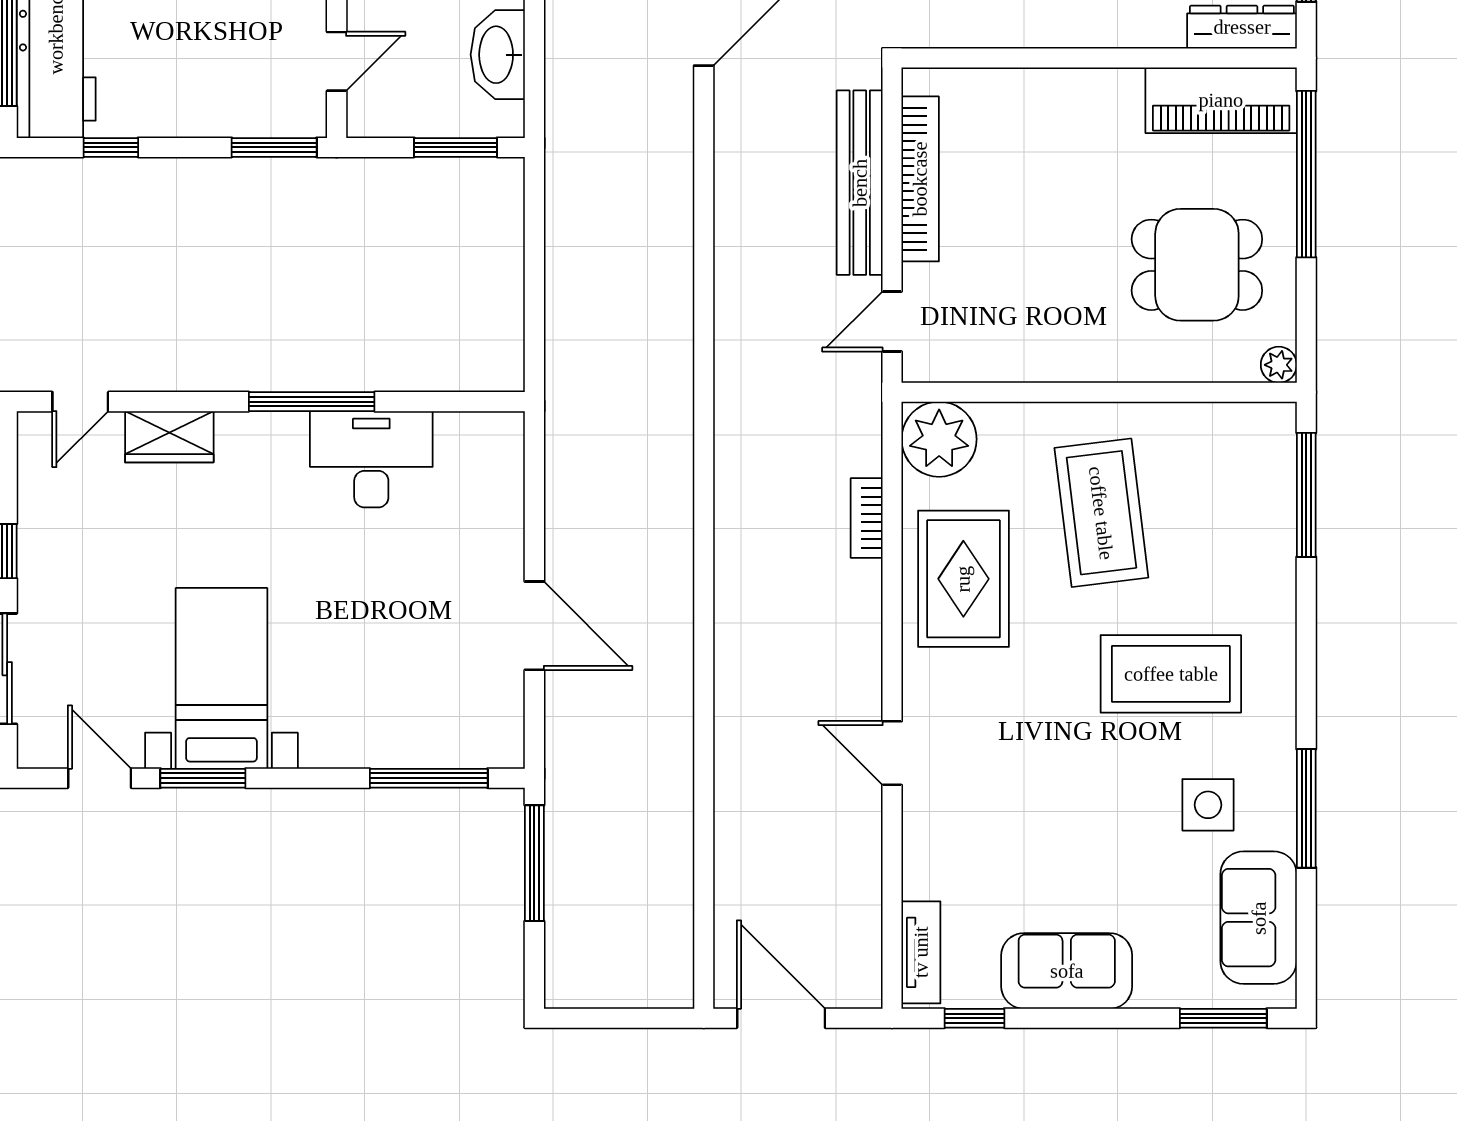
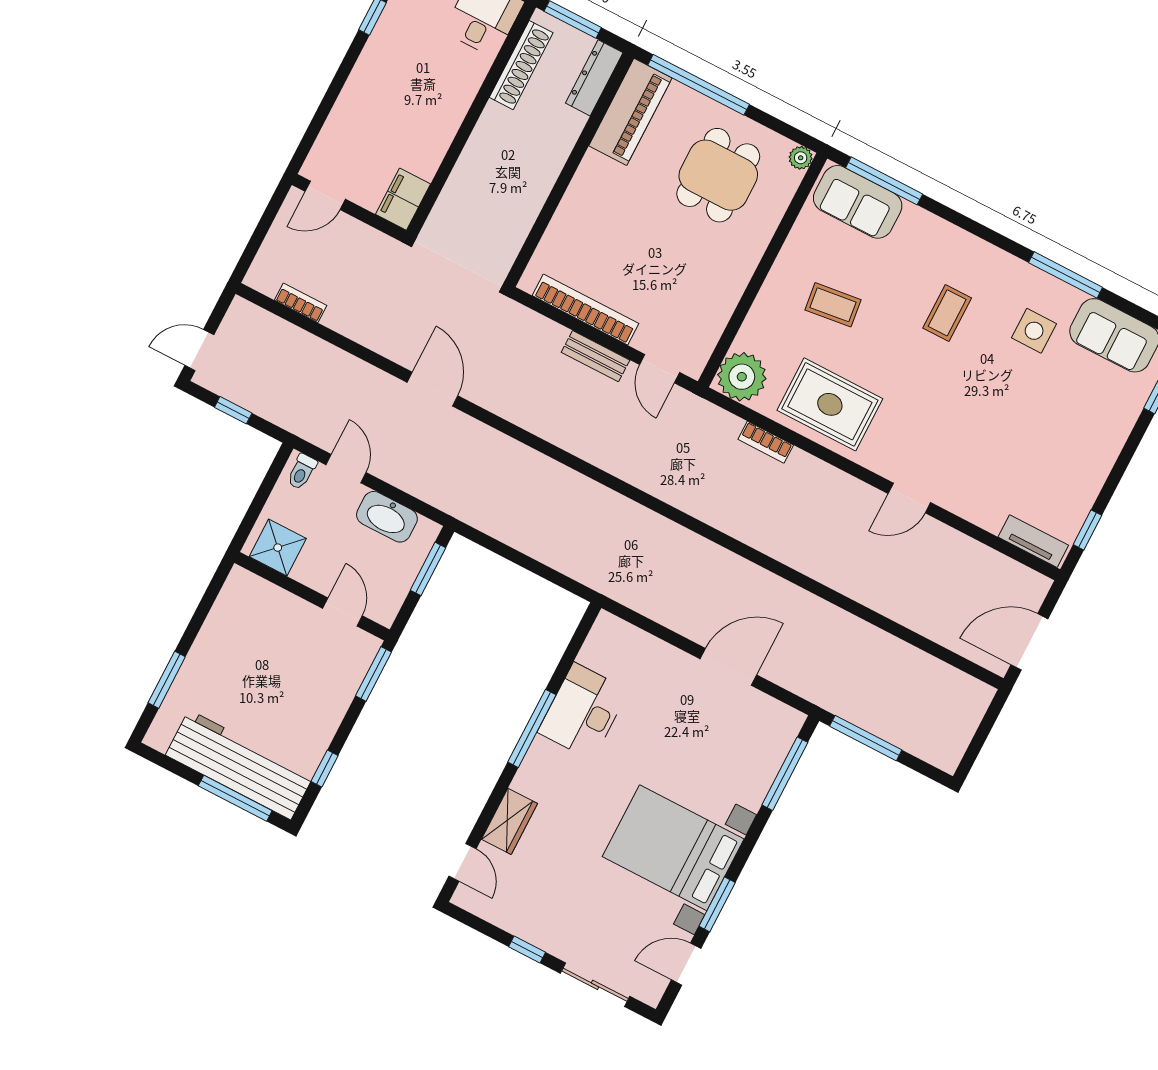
bench: (860, 183) -> (596, 356), width x0.54, depth x0.82
coffee table: (1101, 513) -> (833, 305), width x0.54, depth x0.58
coffee table: (1171, 674) -> (947, 313), width x0.54, depth x0.58
bed with nightstands: (221, 678) -> (673, 848), width x1.36
sofa: (1067, 971) -> (858, 202), moved, turned -90

